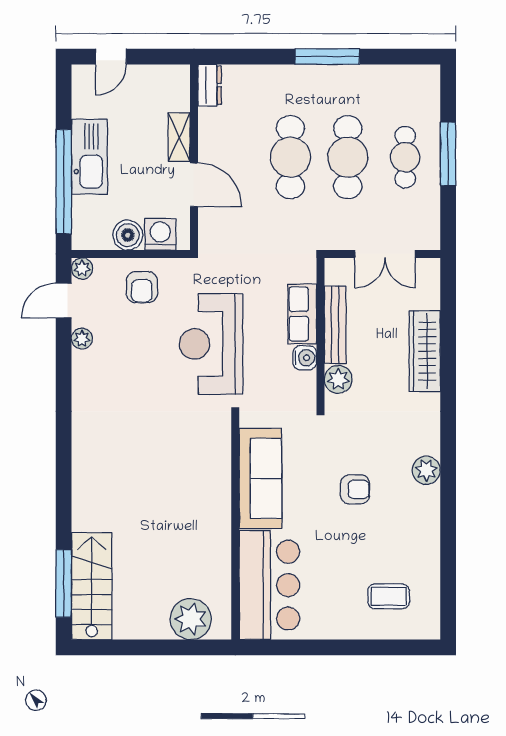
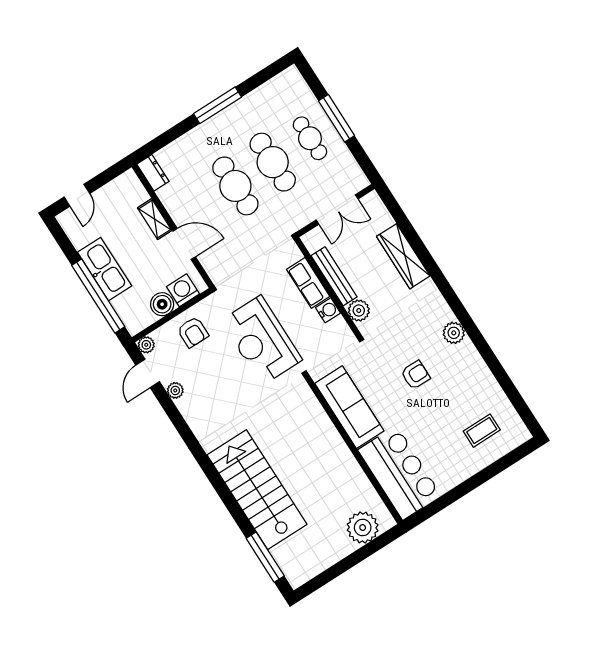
stairs: (92, 586) -> (257, 490), moved, width x1.36, depth x1.51

